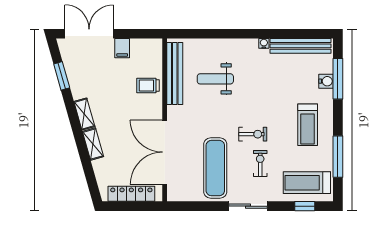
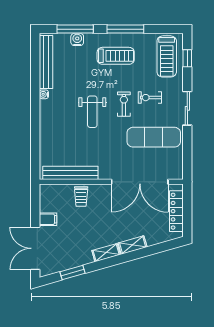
weight bench: (215, 79) -> (92, 112), moved
window: (338, 157) -> (125, 29), moved

